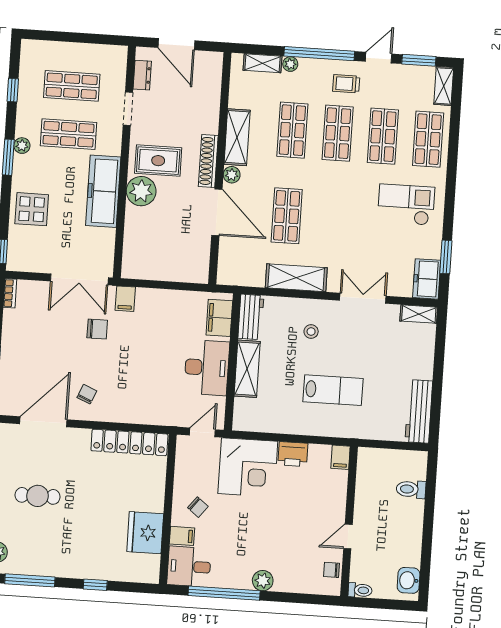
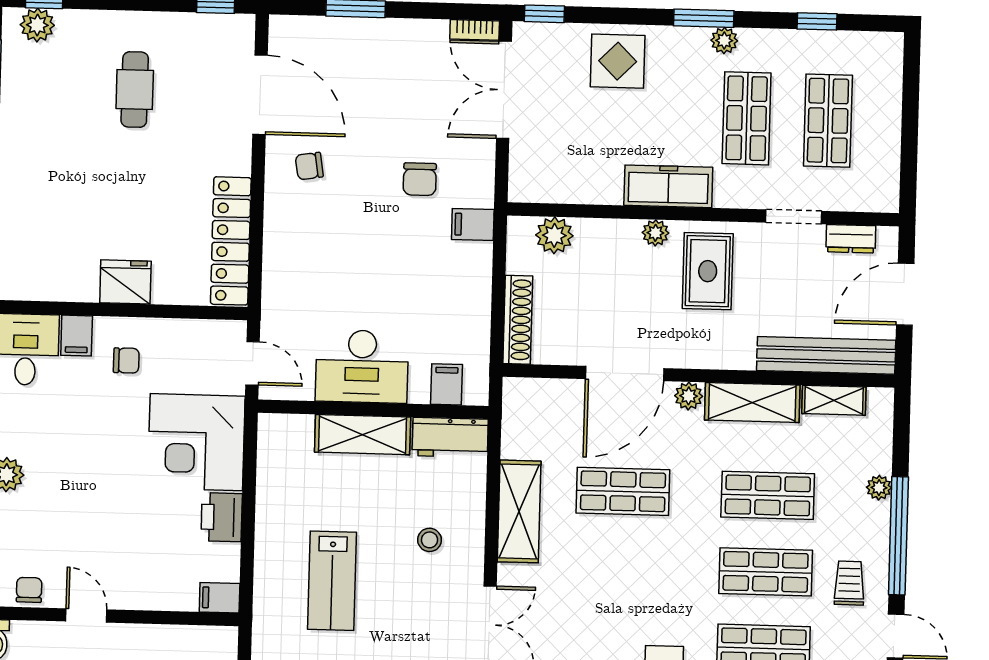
shelving: (262, 63) -> (834, 400), moved, turned 90
bench: (211, 92) -> (826, 355), added
shoe rack: (208, 161) -> (518, 320), moved, turned 90
freezer: (103, 191) -> (668, 186), width x0.73, depth x0.79
plant: (141, 191) -> (655, 233), width x0.53, depth x0.53
plant: (133, 251) -> (554, 235), added
double door: (79, 279) -> (504, 90), moved
filing cabinet: (219, 318) -> (447, 384), width x0.50
chair: (87, 394) -> (309, 166), turned 148
chair: (198, 507) -> (126, 361), turned -128
fridge: (145, 533) -> (125, 282), moved, width x0.73, depth x0.75

